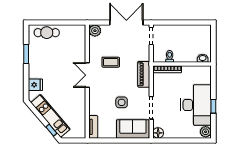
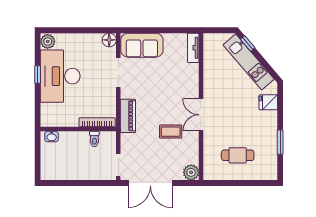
cafe table: (47, 33) -> (238, 155), moved
double door: (87, 75) -> (201, 115), swing flipped
side table: (122, 102) -> (157, 79), removed

